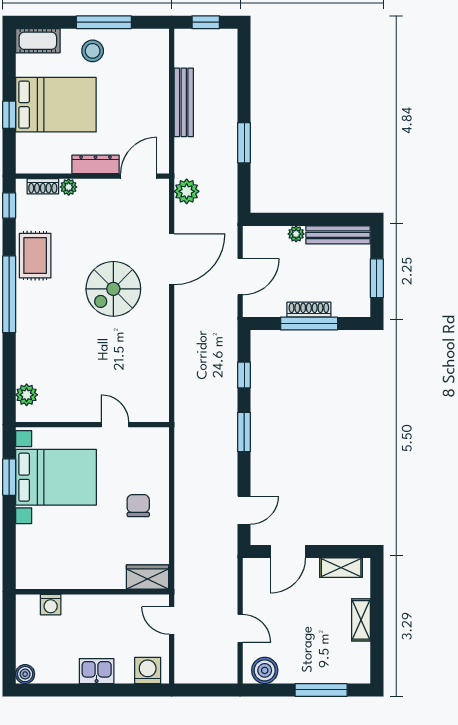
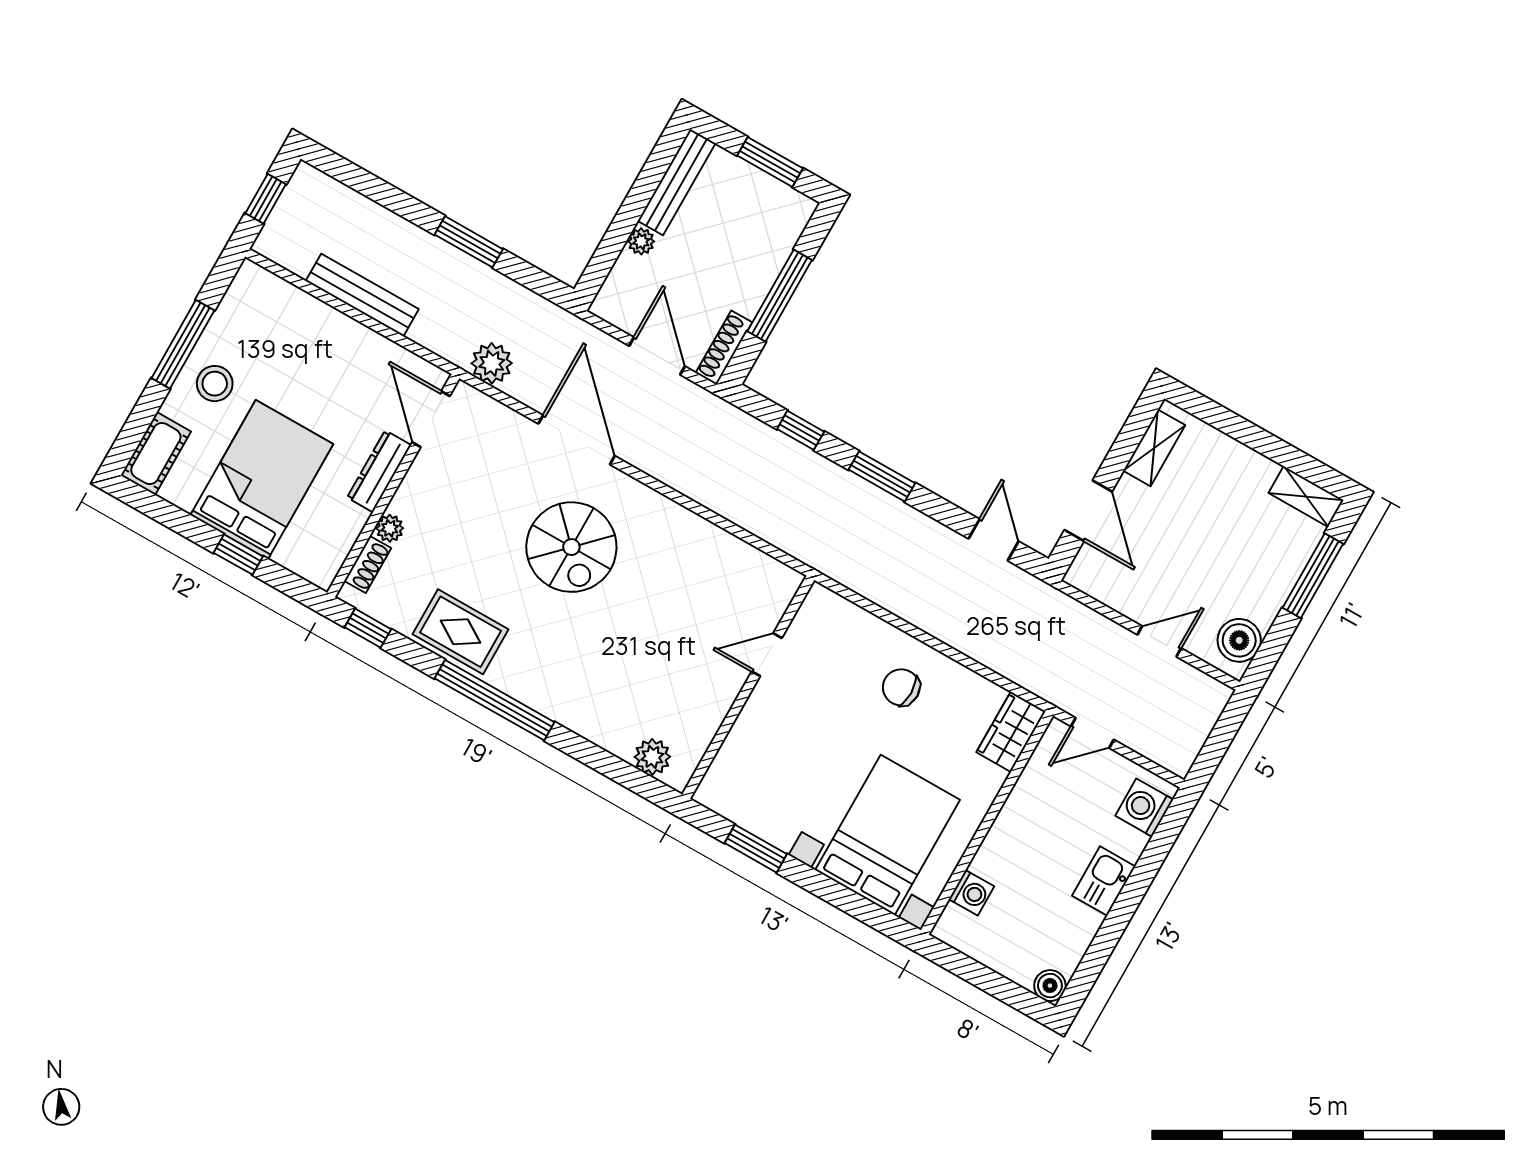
shoe rack: (309, 310) -> (724, 348), moved
bed with nightstands: (56, 477) -> (888, 835), moved
shelving: (361, 620) -> (1306, 496), moved

